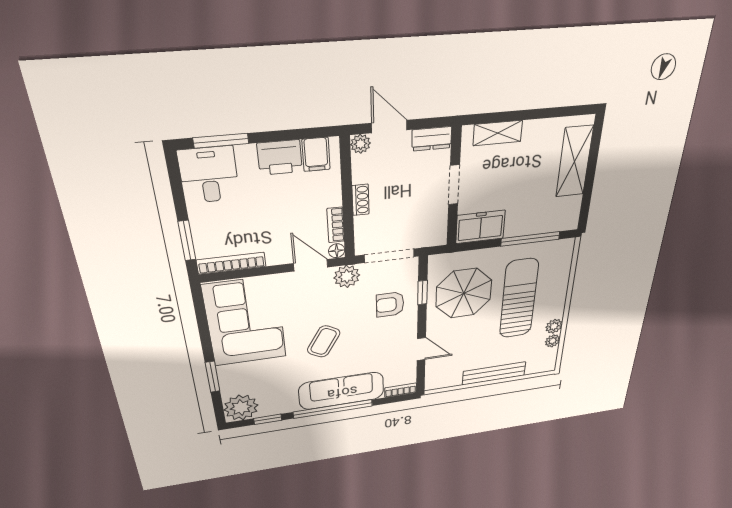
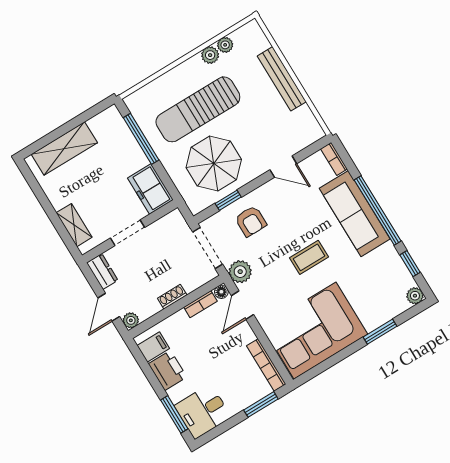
coffee table: (324, 342) -> (309, 257), turned -30
door: (421, 349) -> (283, 167), swing flipped
plant: (241, 408) -> (415, 296), width x0.53, depth x0.53

